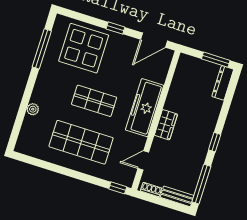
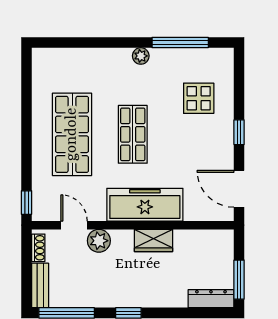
display table: (84, 48) -> (199, 98), width x0.54, depth x0.54
plant: (33, 109) -> (141, 56), moved
wardrobe: (166, 125) -> (154, 240), moved
plant: (159, 147) -> (99, 241), added

